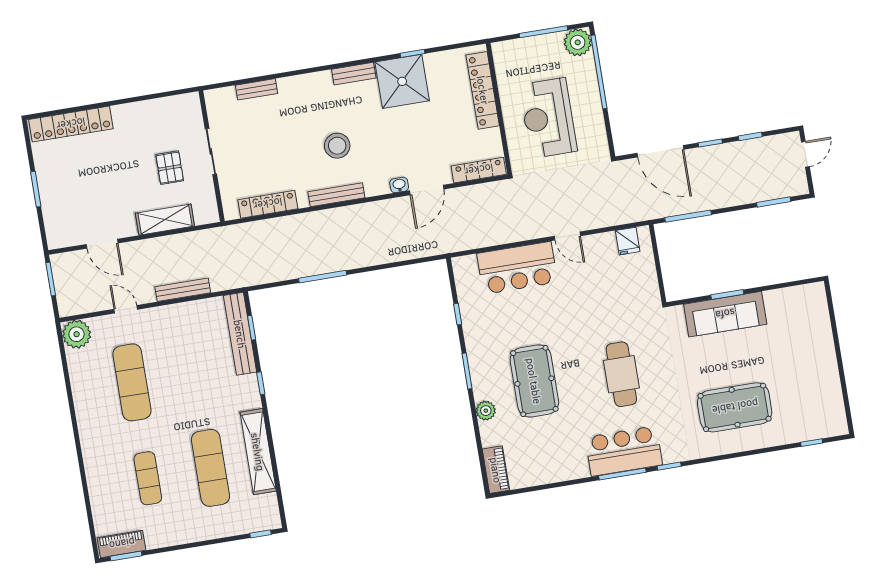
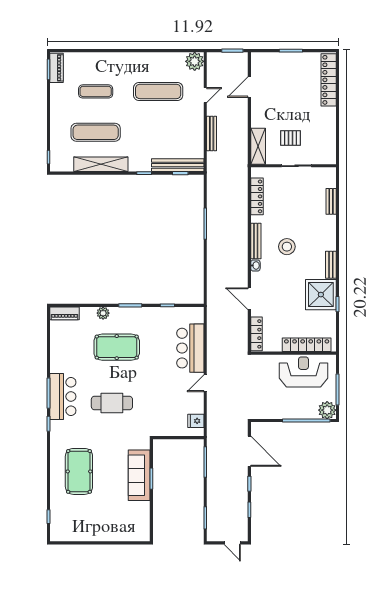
reception desk: (548, 118) -> (303, 372), moved
door: (660, 151) -> (249, 451), swing flipped
washbasin: (399, 185) -> (255, 265), moved
shelving: (165, 220) -> (258, 146), moved

